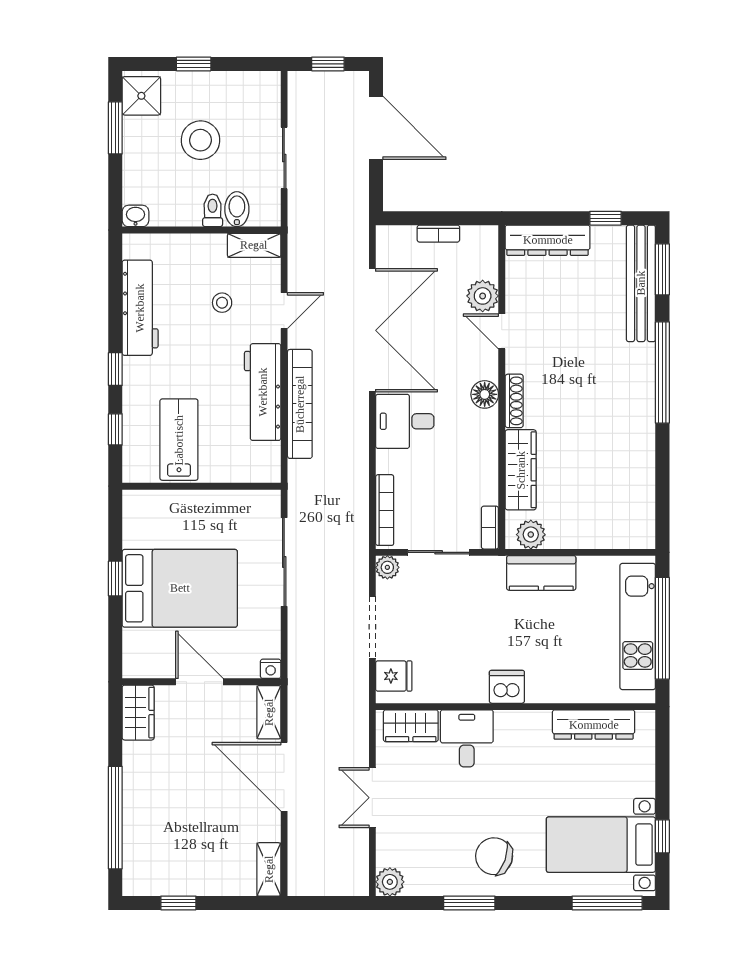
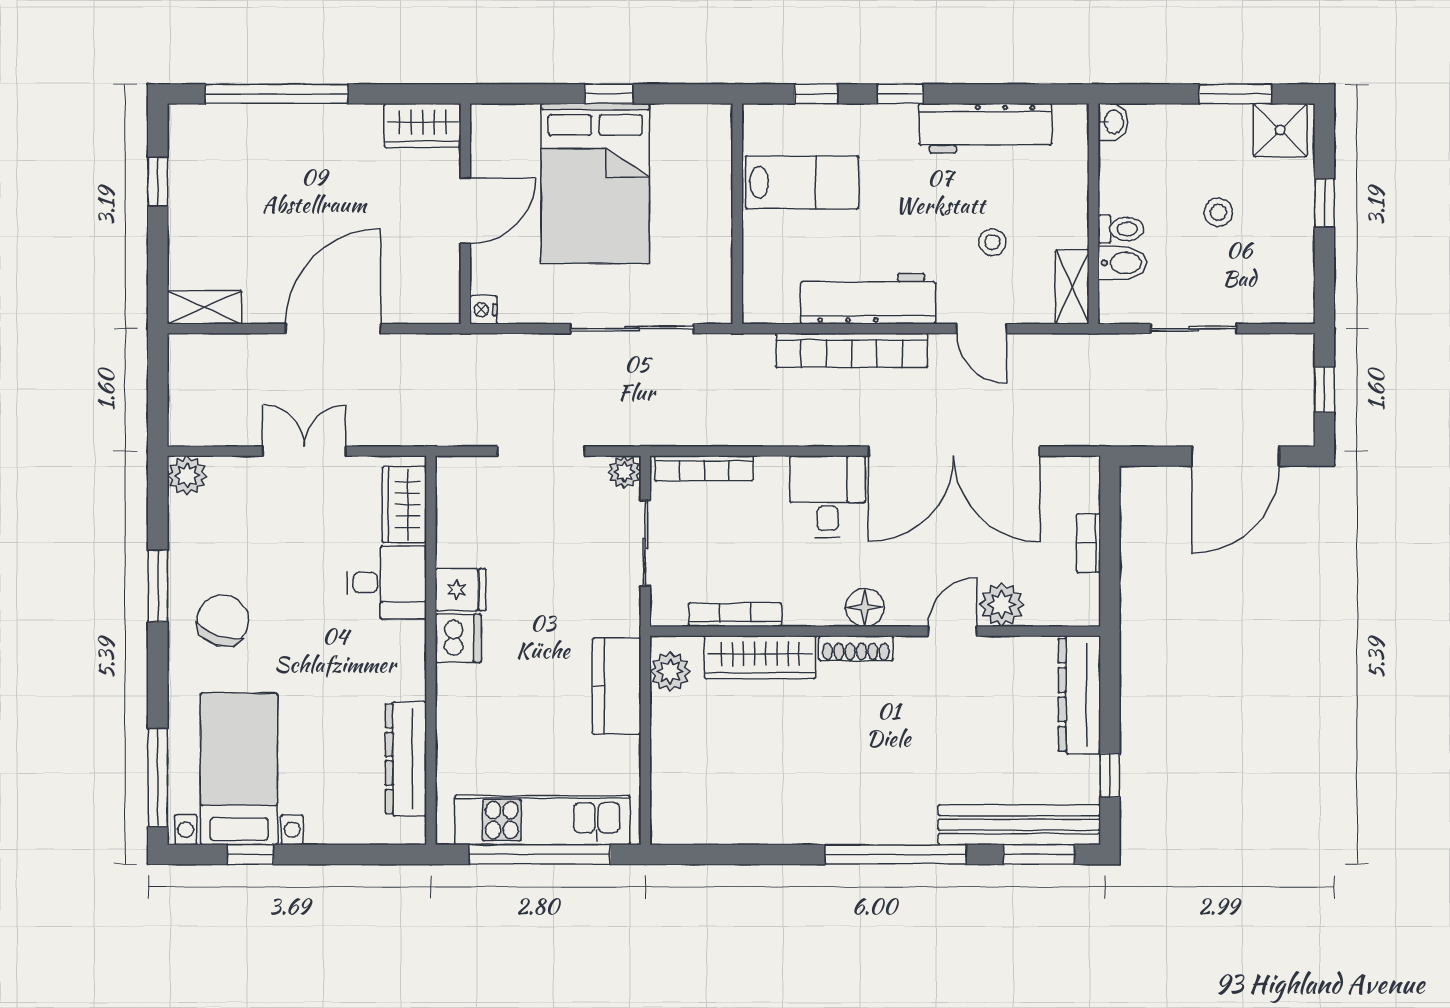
stool: (201, 140) -> (1218, 212), width x0.53, depth x0.53
bookcase: (490, 528) -> (735, 615), moved, width x1.56
fridge: (394, 676) -> (461, 590), moved, turned -90
shelving: (269, 712) -> (423, 307), removed

